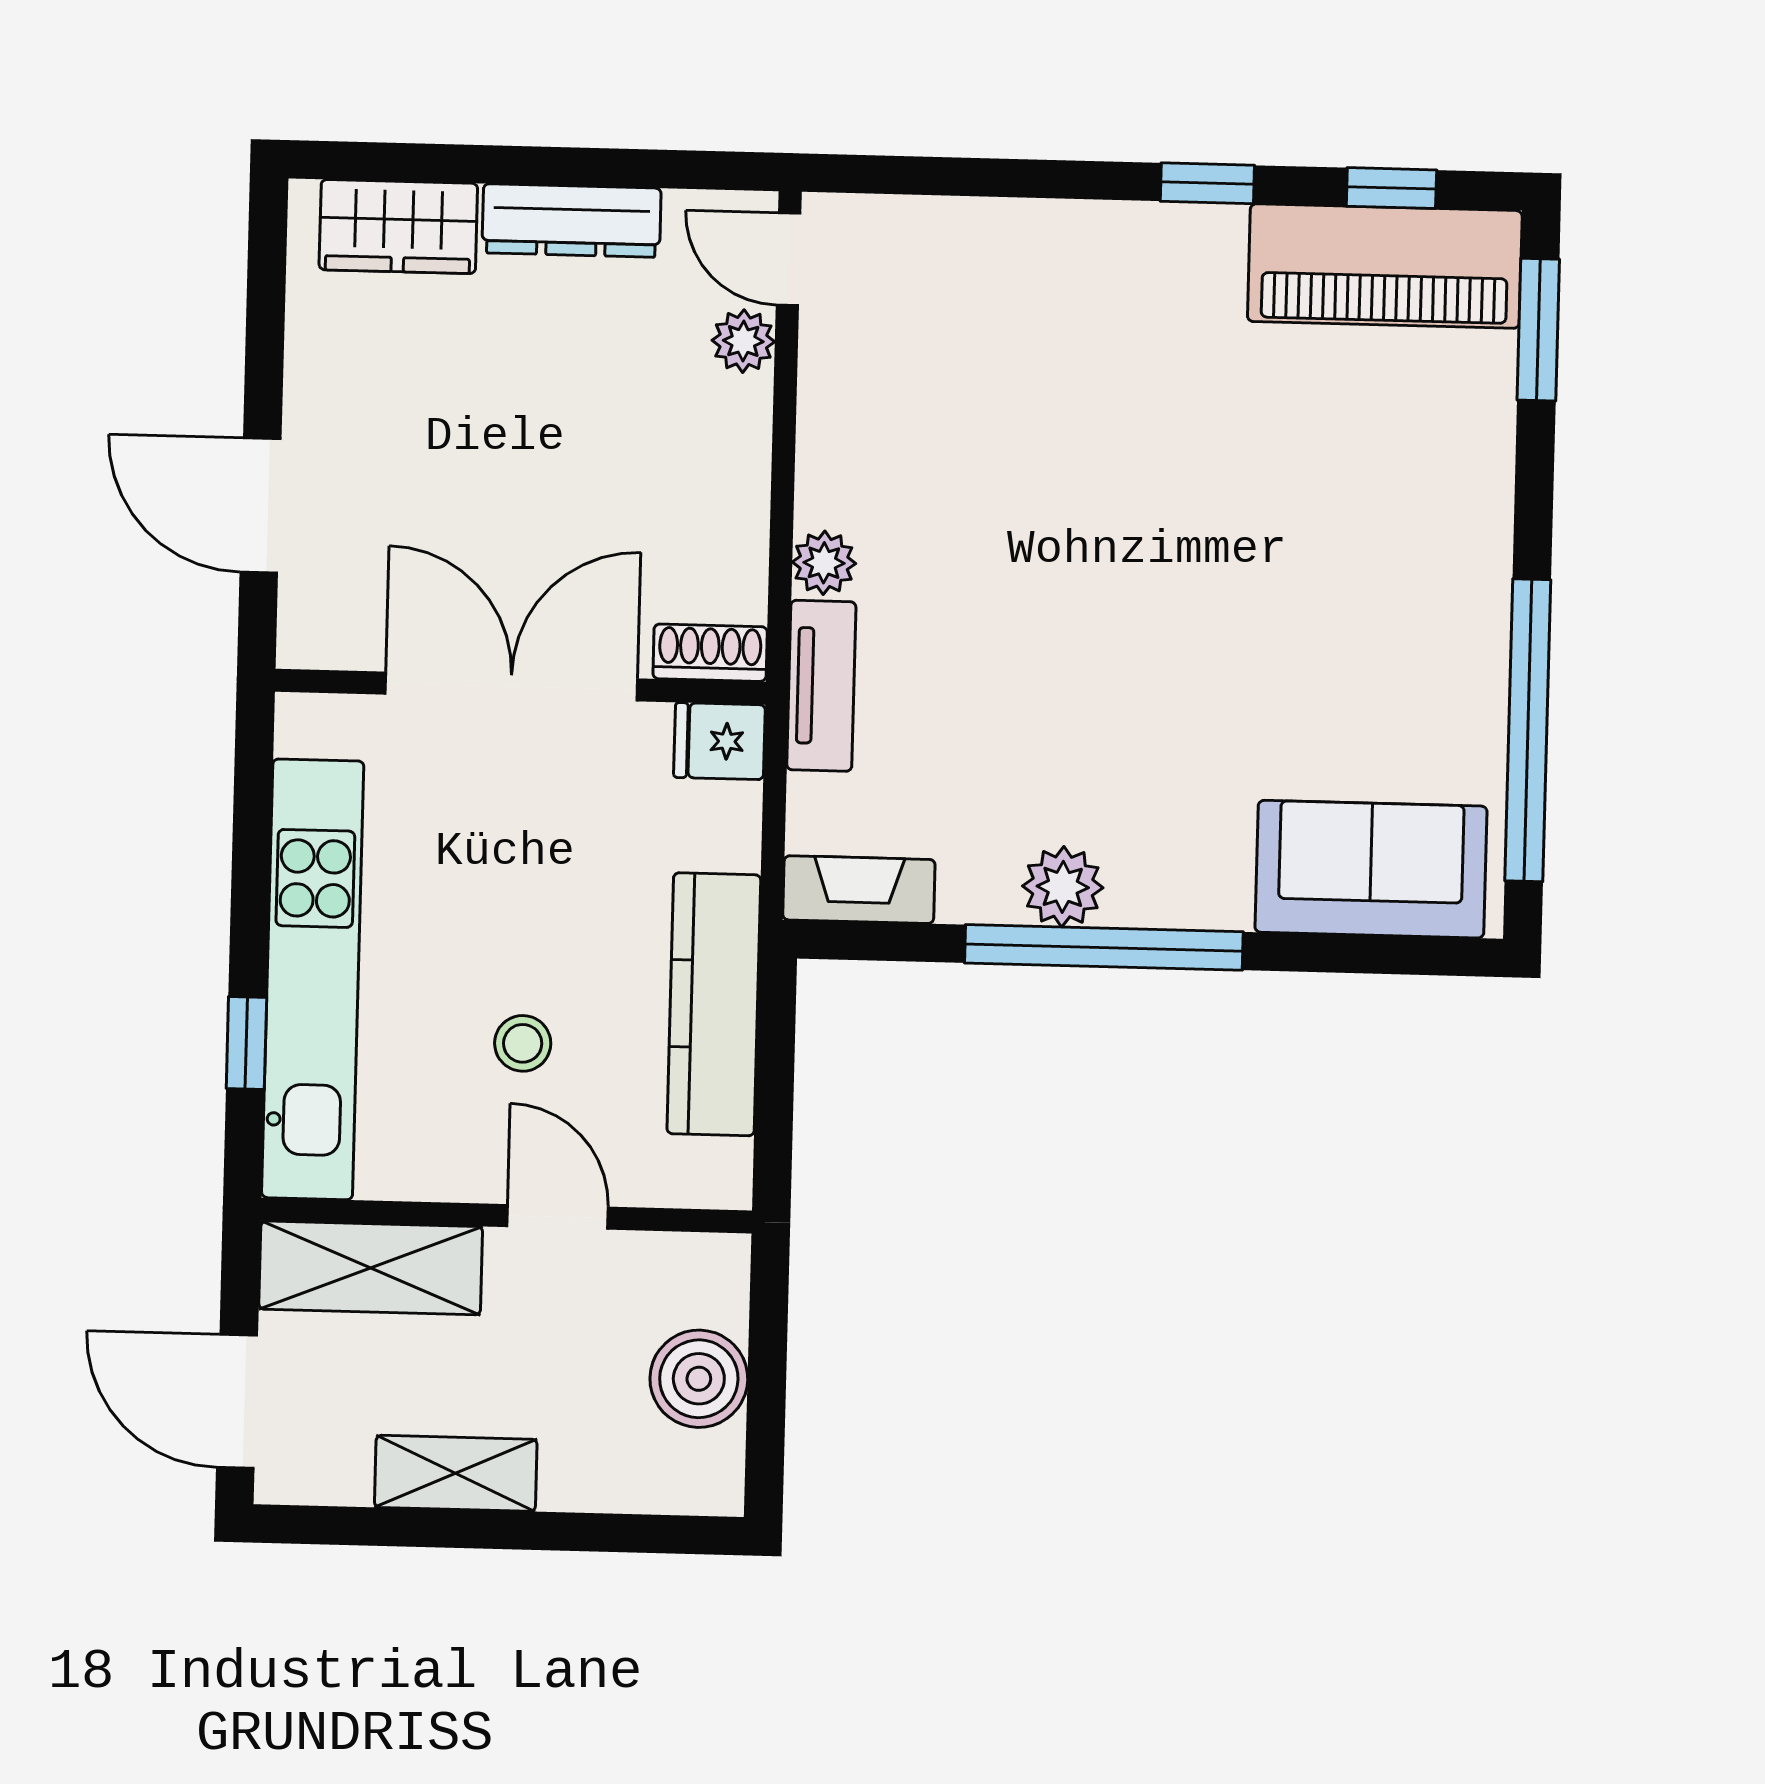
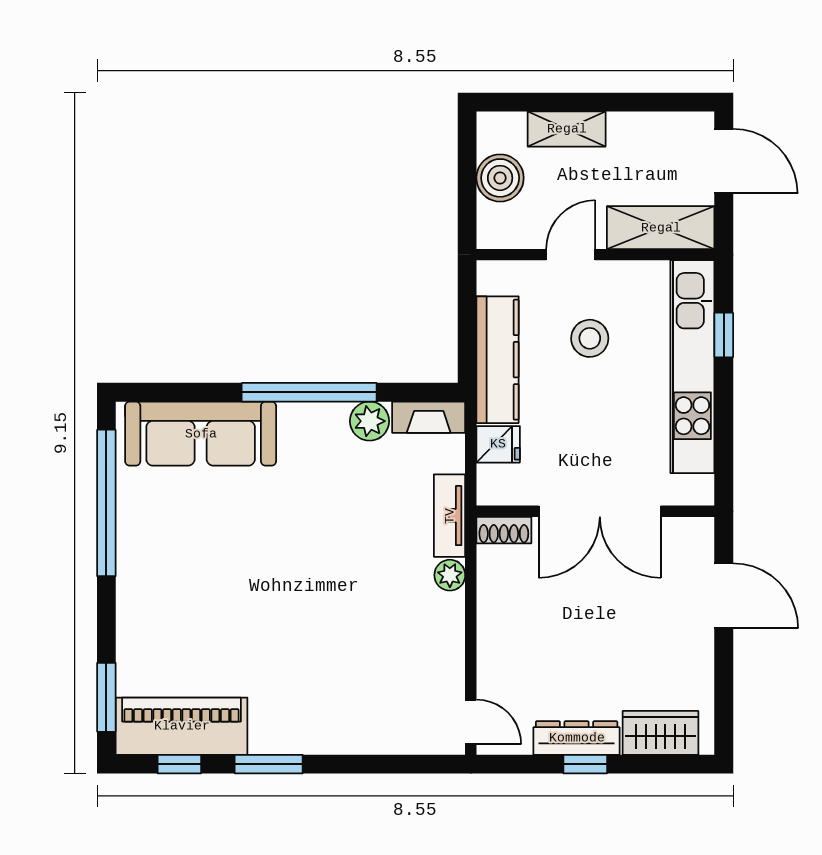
window: (555, 166) -> (585, 764), added
window: (1207, 183) -> (269, 764), width x1.50
plant: (743, 341) -> (492, 682), removed
fridge: (719, 741) -> (498, 444), moved
sofa: (1371, 869) -> (201, 434), width x1.36
plant: (1063, 887) -> (370, 421), moved
stool: (523, 1043) -> (590, 338), width x1.37, depth x1.37
door: (558, 1217) -> (571, 255), swing flipped
shelving: (456, 1473) -> (567, 129), moved

